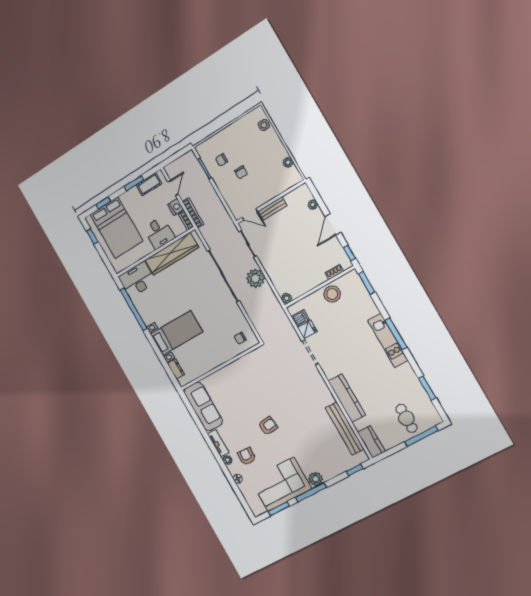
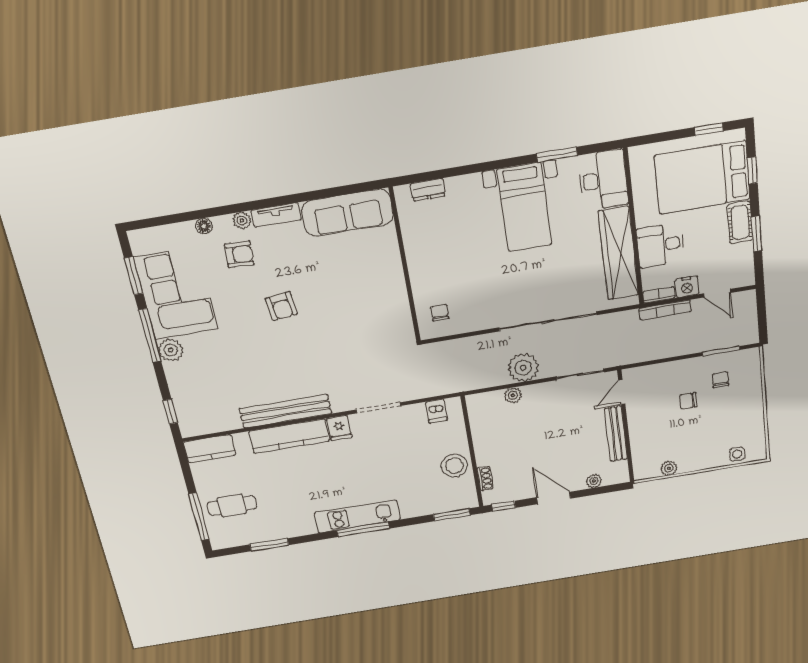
cot: (149, 184) -> (740, 223), moved
bench: (273, 208) -> (616, 434), width x1.36
plant: (286, 298) -> (513, 395), moved
window: (134, 309) -> (557, 155), width x0.47
fridge: (307, 329) -> (339, 428), moved
bed with nightstands: (177, 333) -> (524, 207), moved
bench: (345, 428) -> (285, 411), moved

